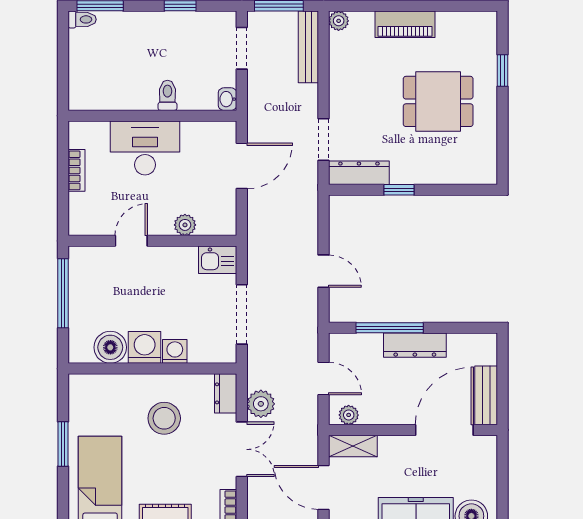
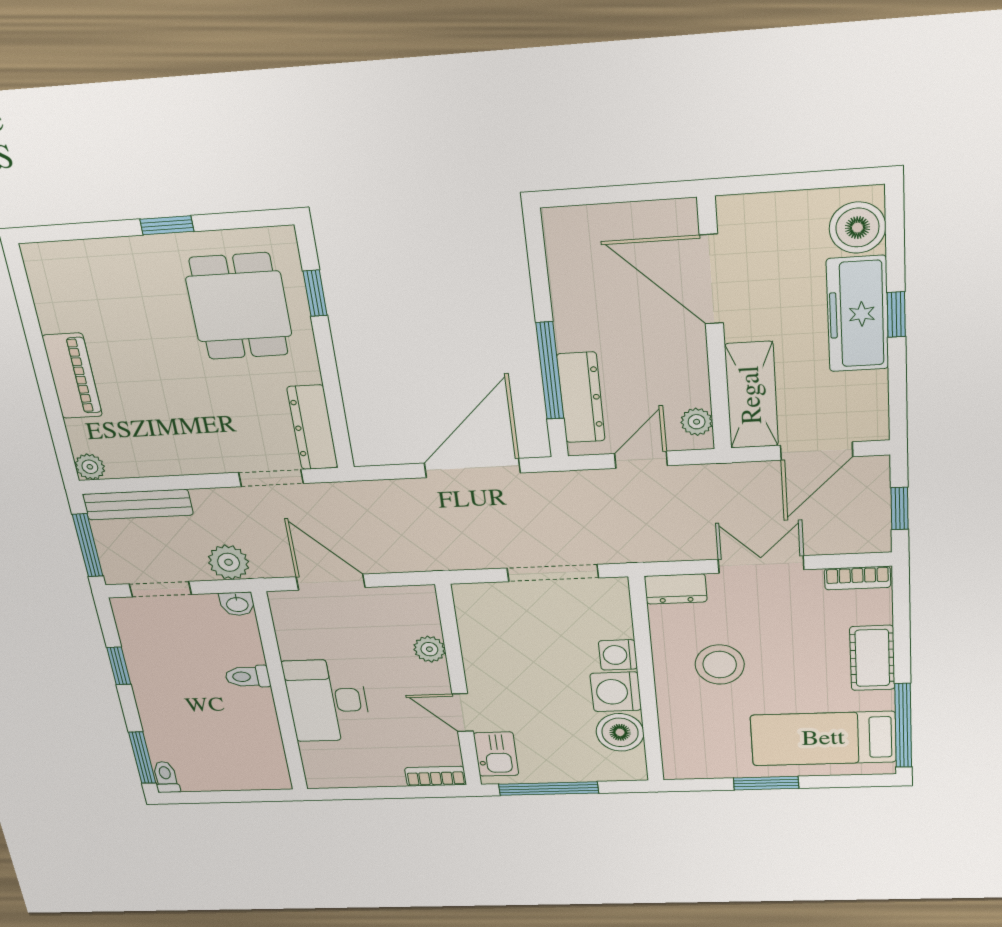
window: (502, 70) -> (167, 225), moved
dining table: (438, 101) -> (239, 307), moved
bookcase: (76, 170) -> (435, 776), moved
window: (399, 190) -> (315, 293), moved
kitchen sink: (218, 260) -> (496, 754), moved
door: (324, 271) -> (472, 468), width x1.88
dresser: (415, 345) -> (581, 398), moved
bench: (486, 395) -> (648, 218), removed
plant: (261, 404) -> (229, 562), moved
shelving: (353, 446) -> (752, 395), width x1.50, depth x1.33

